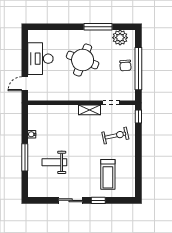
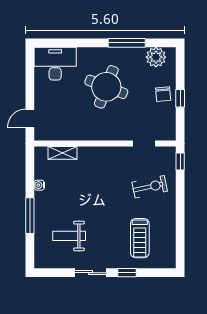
desk: (40, 59) -> (55, 64), moved, turned 90
window: (138, 69) -> (180, 98), width x0.32
shelving: (90, 110) -> (63, 153), moved
weight bench: (54, 162) -> (69, 236), moved

